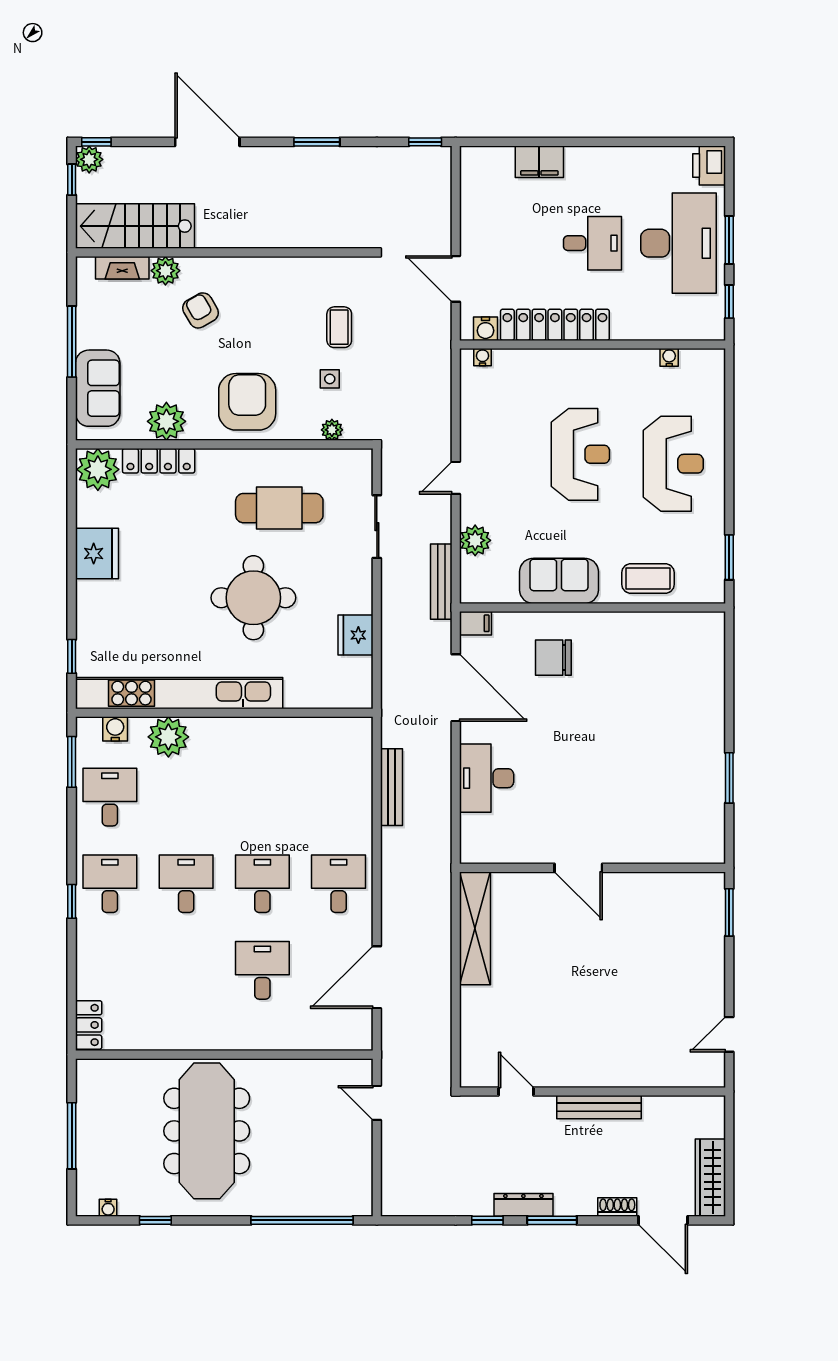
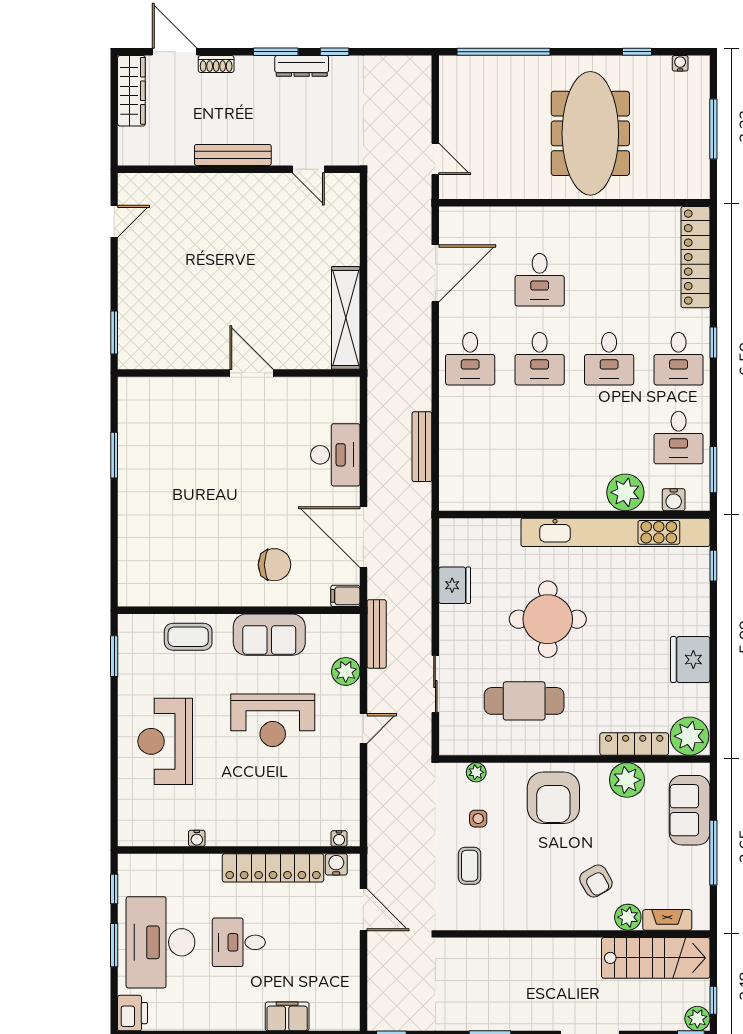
water cooler: (669, 357) -> (197, 838), moved
reception desk: (580, 454) -> (273, 720), moved, turned -90
locker: (89, 1025) -> (695, 257), width x2.16, depth x1.21

